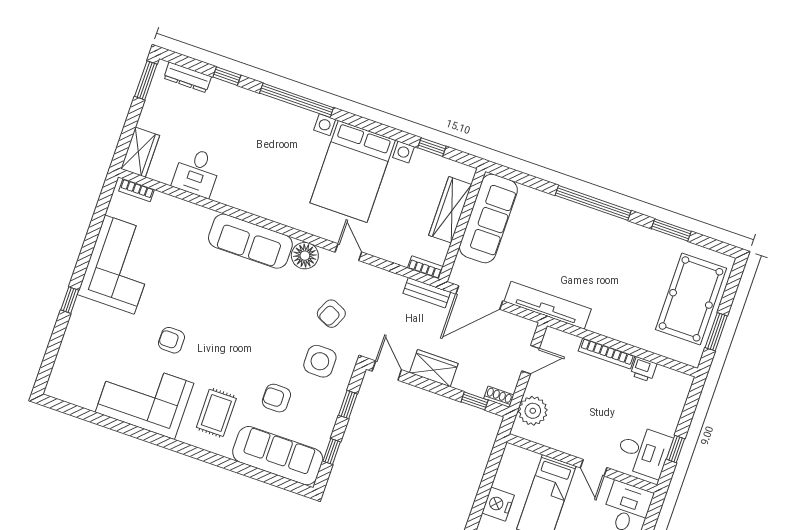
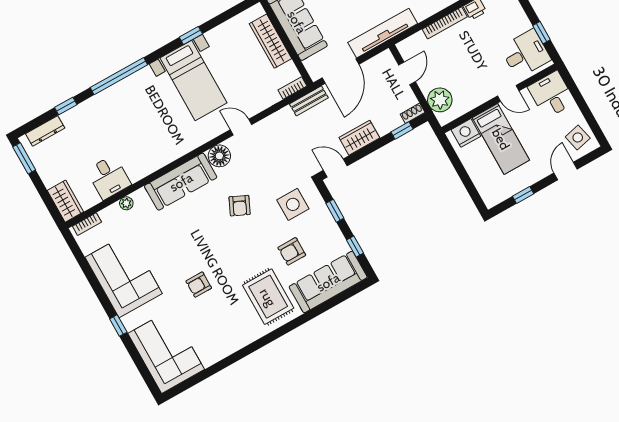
window: (432, 147) -> (191, 36), moved
bed with nightstands: (353, 171) -> (193, 80), width x0.73
plant: (187, 209) -> (126, 203), added
armchair: (331, 314) -> (240, 206), moved
corner sofa: (145, 398) -> (166, 351), moved, turned 90
rug: (216, 413) -> (268, 297), width x1.36, depth x1.43
nightstand: (498, 504) -> (466, 133), moved, turned 90

